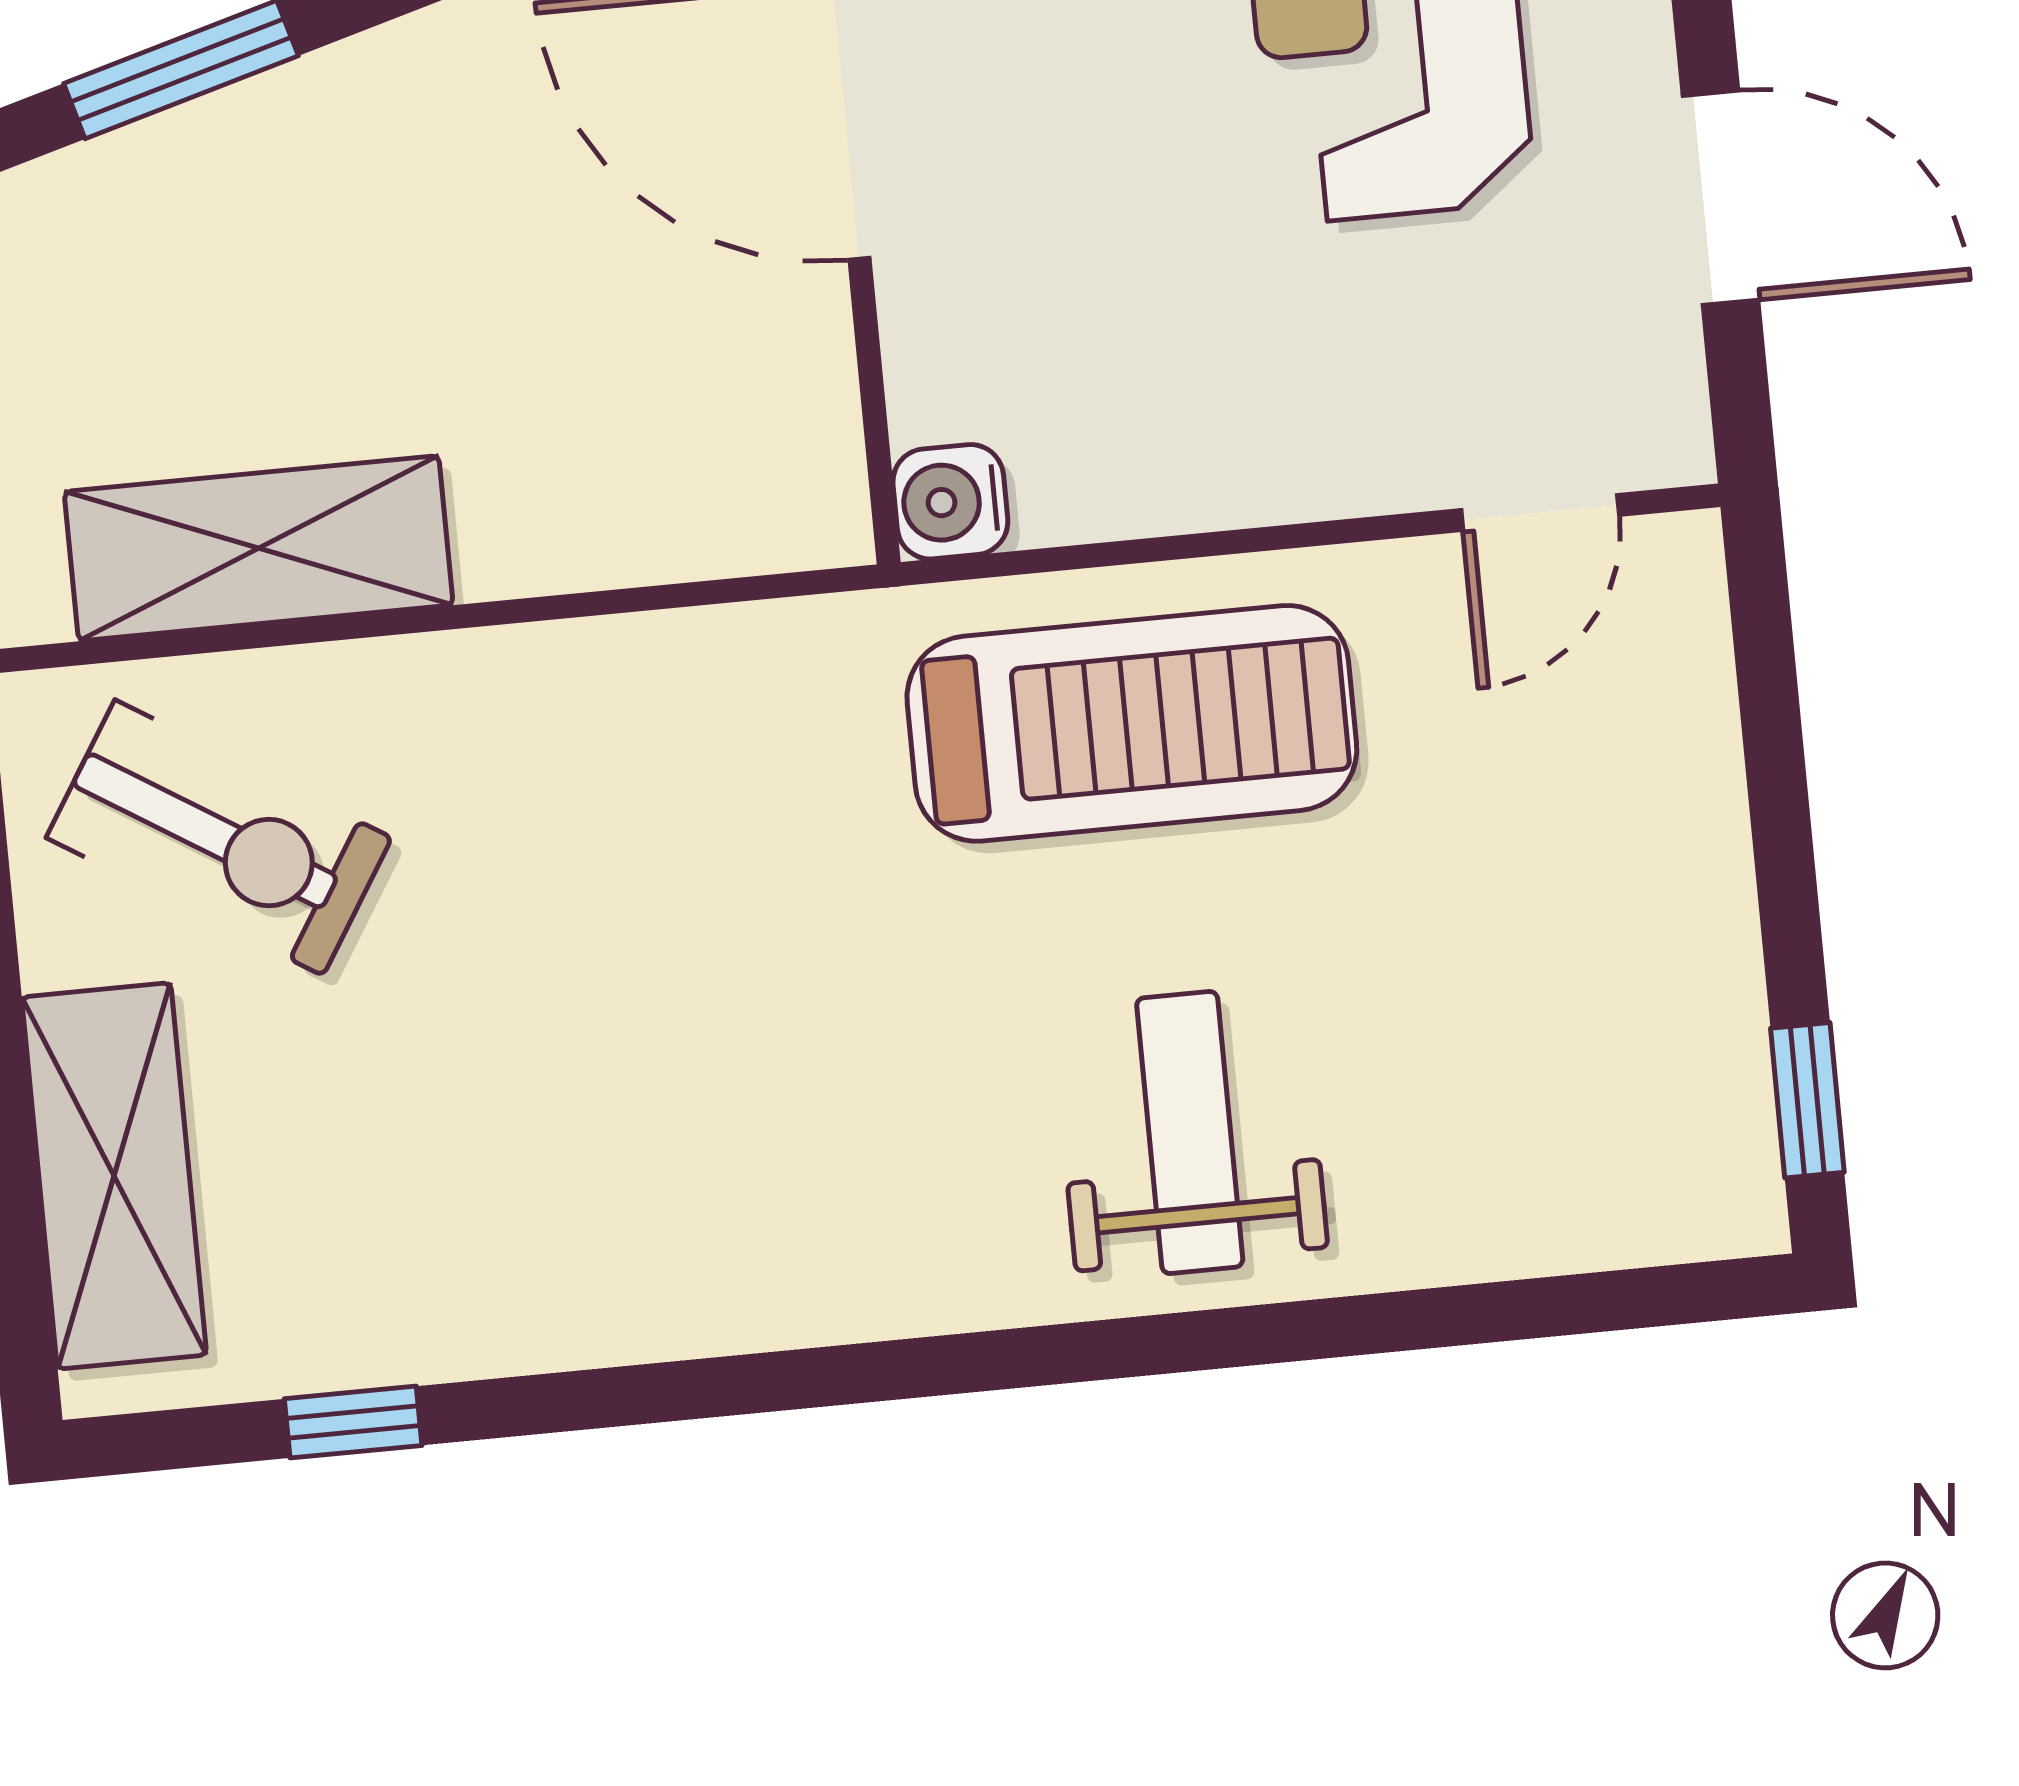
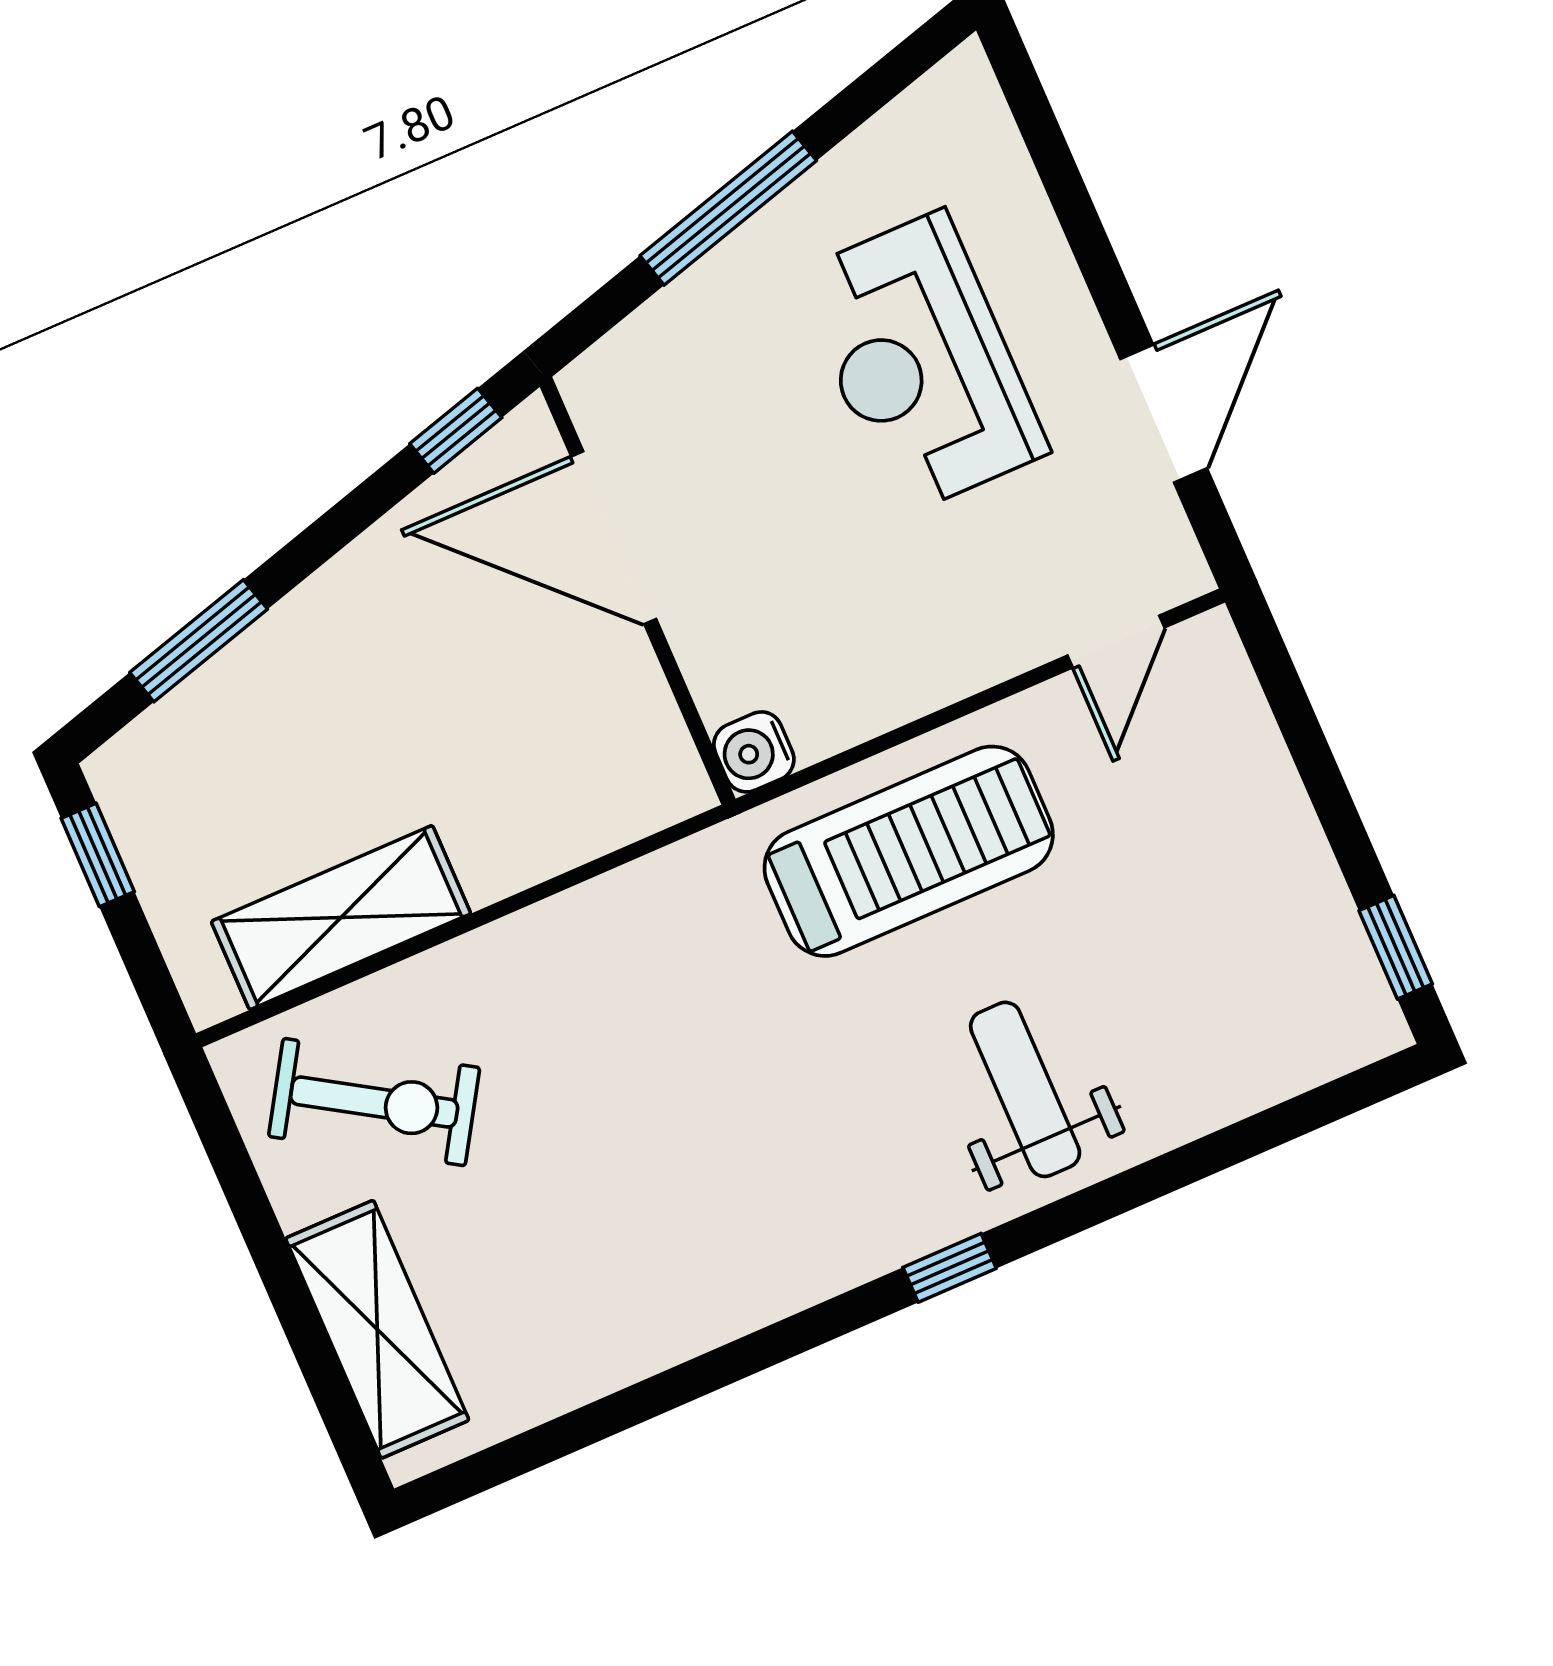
door: (1720, 198) -> (1164, 414), hinge flipped
window: (353, 1422) -> (950, 1268), moved

